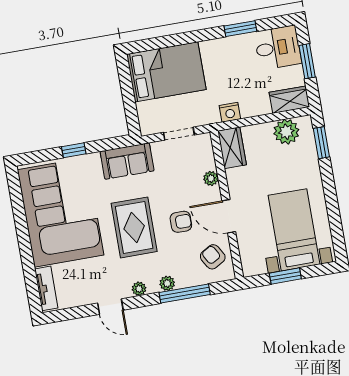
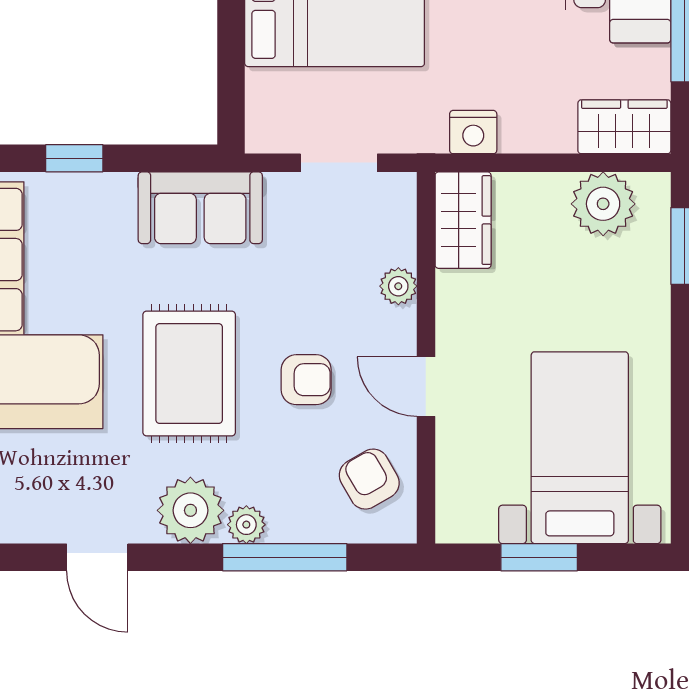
door: (229, 216) -> (426, 387), width x0.73
plant: (139, 289) -> (190, 510), width x1.88, depth x1.88

